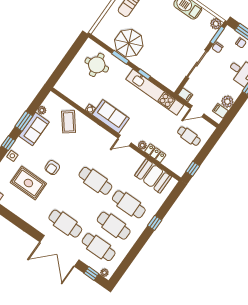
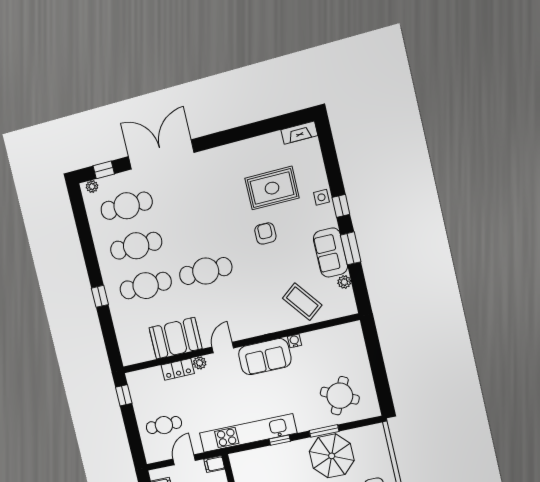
round table: (97, 65) -> (340, 396), turned 36
booth: (153, 176) -> (175, 338), moved
cafe table: (65, 224) -> (187, 190), removed

